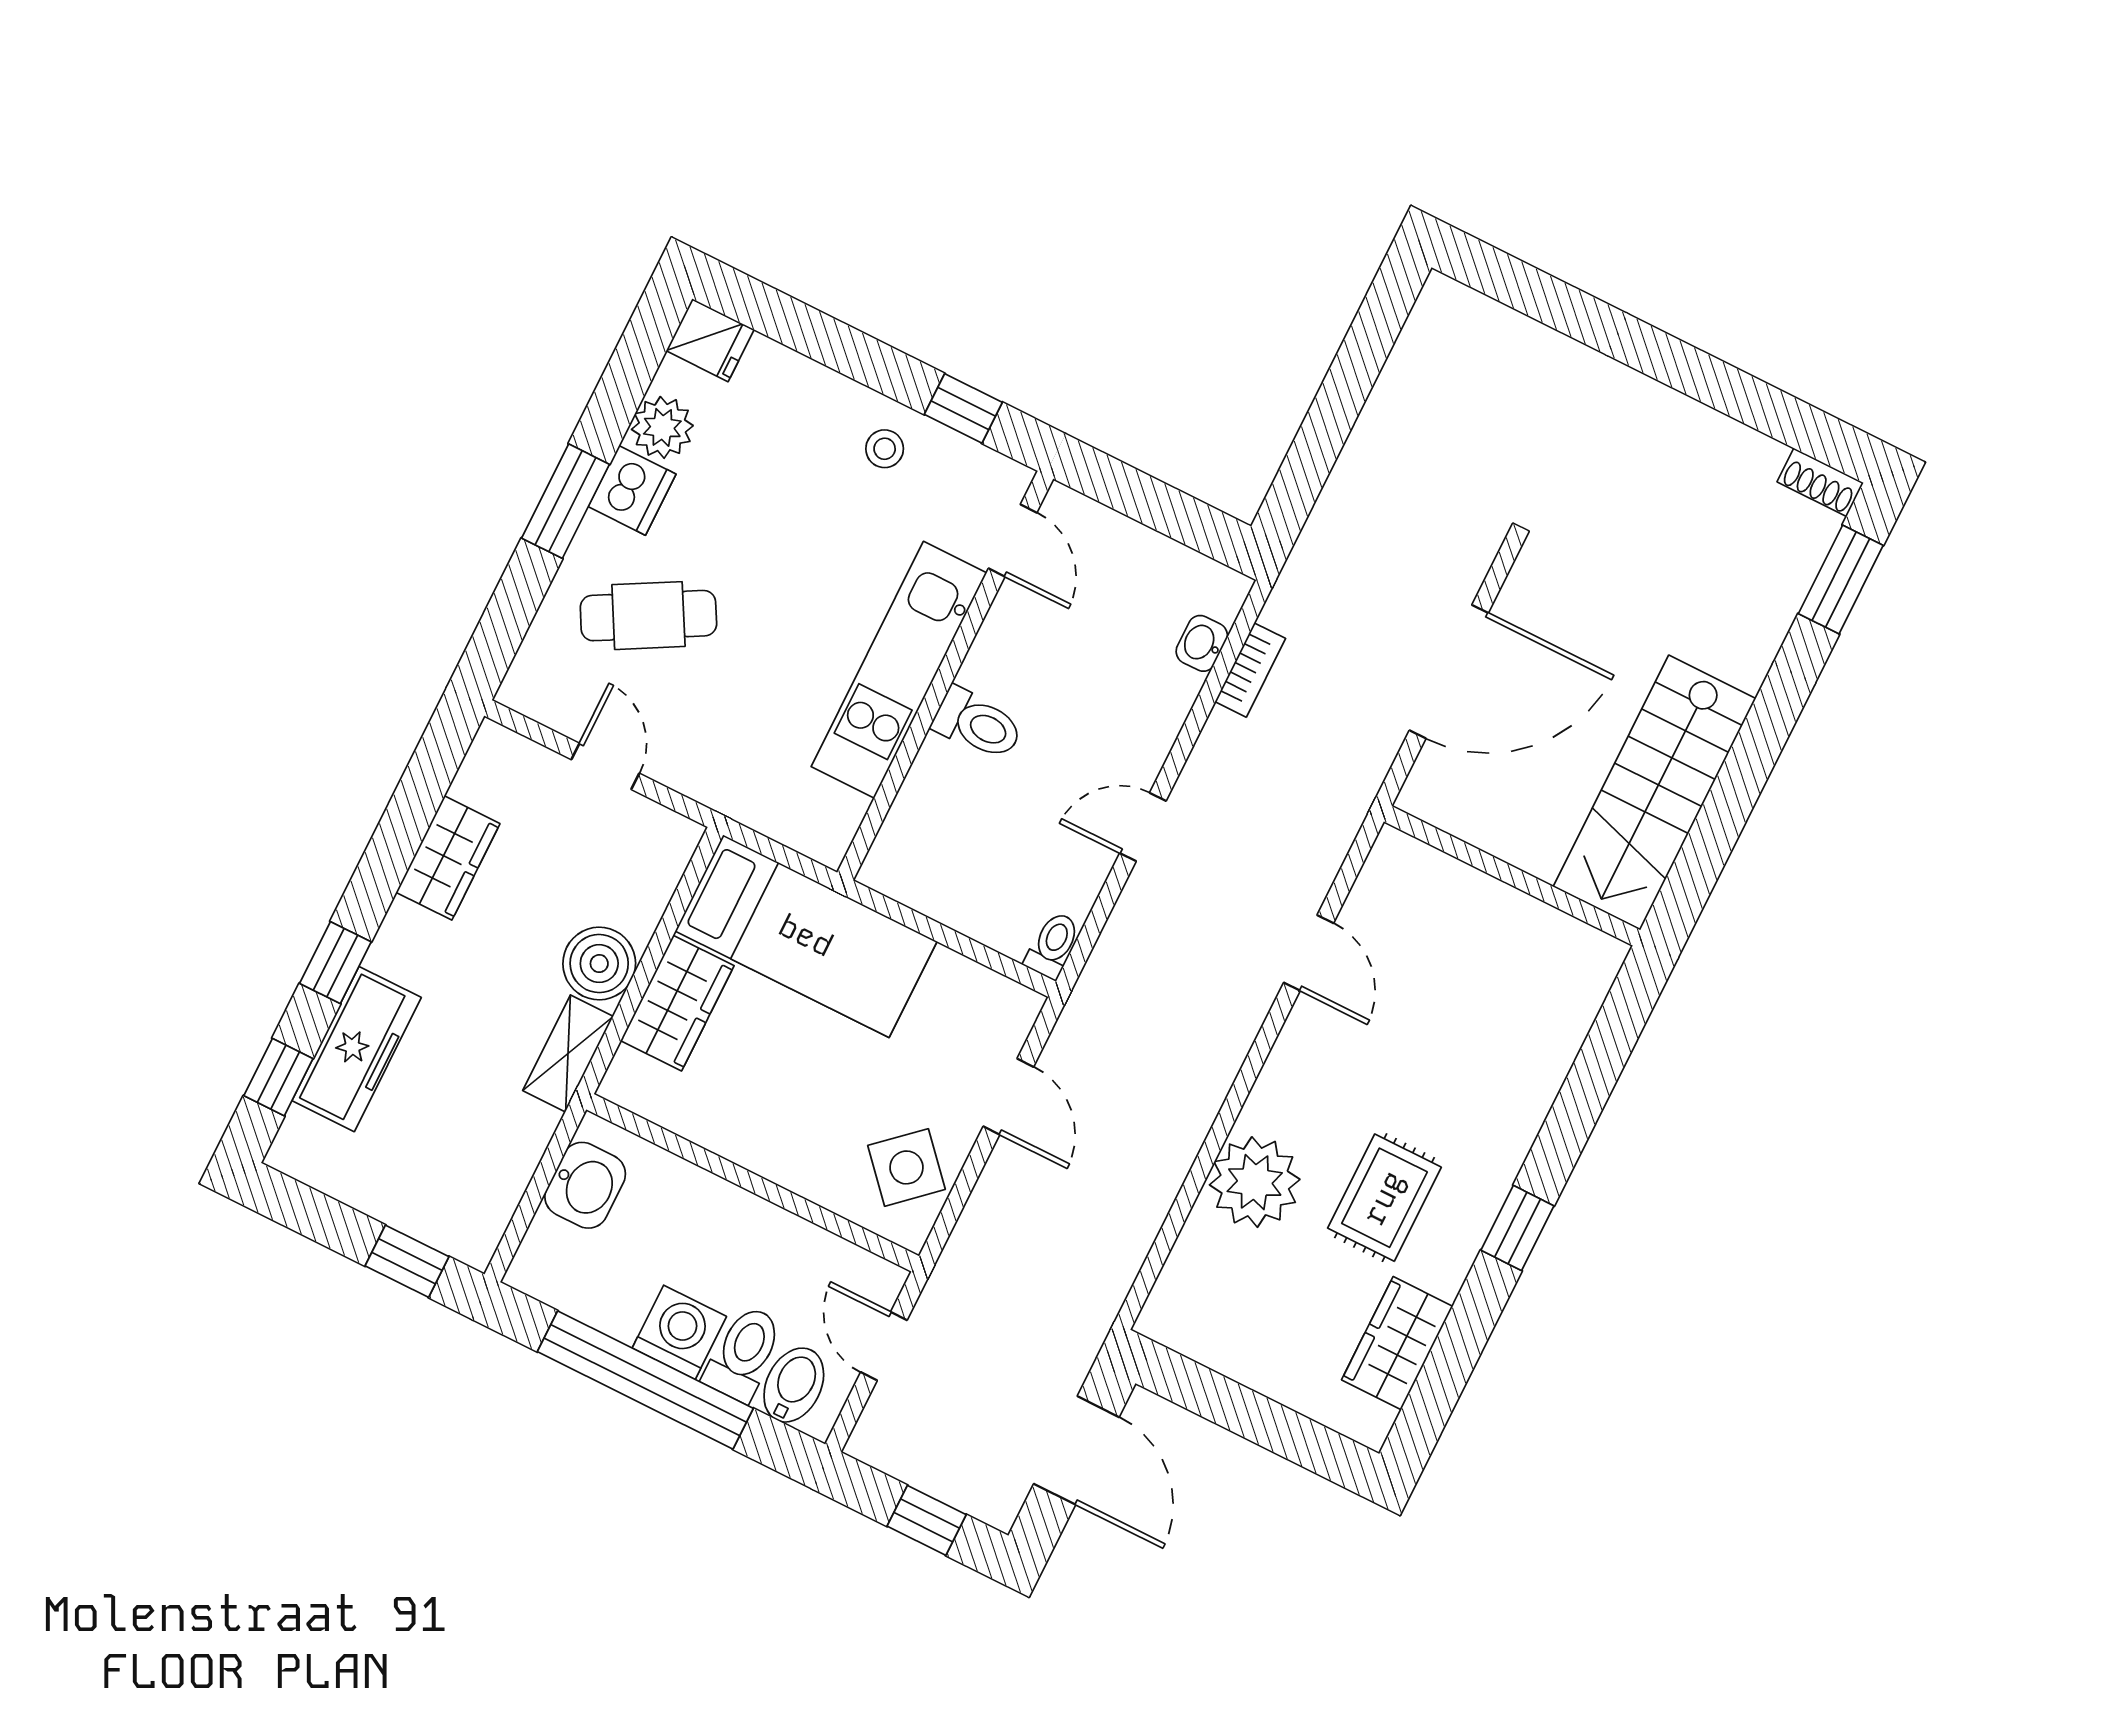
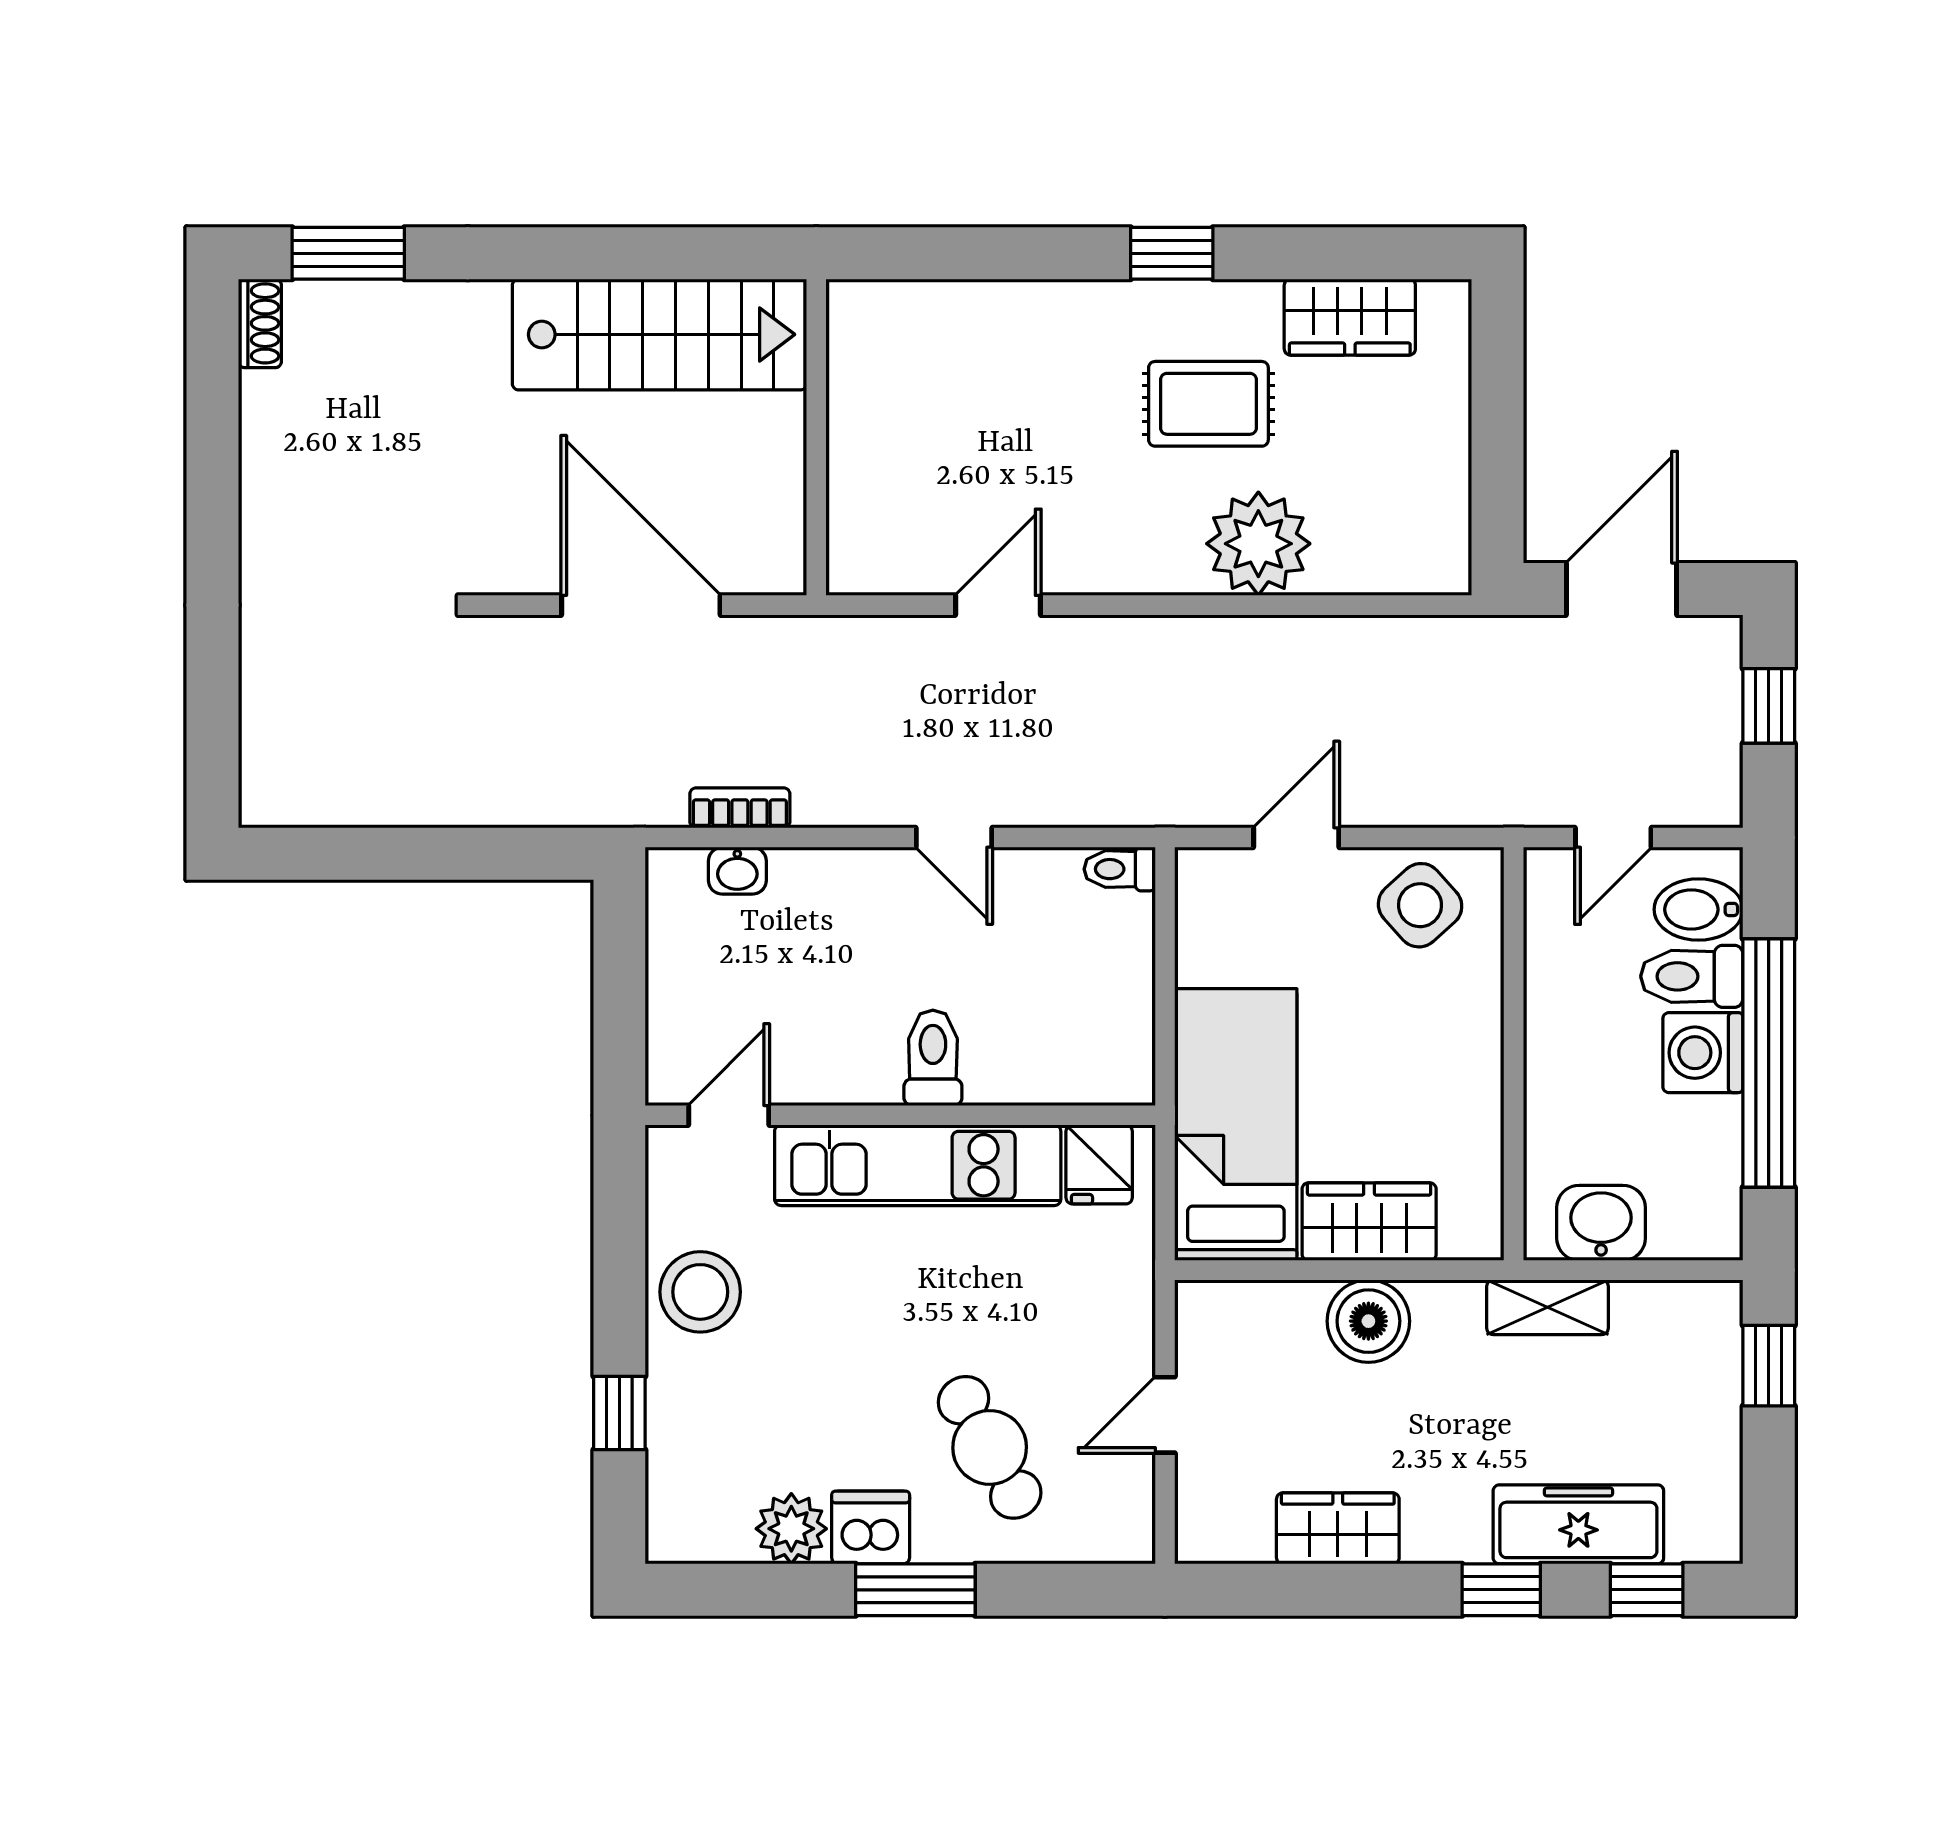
fridge: (710, 340) -> (1099, 1164), moved, turned 180
window: (963, 408) -> (619, 1413), moved
stool: (885, 449) -> (700, 1292), width x1.89, depth x1.89
shelving: (568, 1053) -> (1547, 1307), moved

